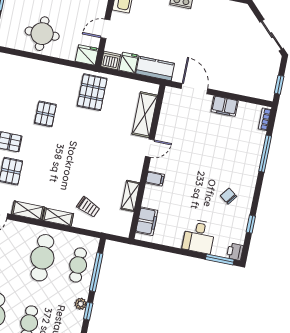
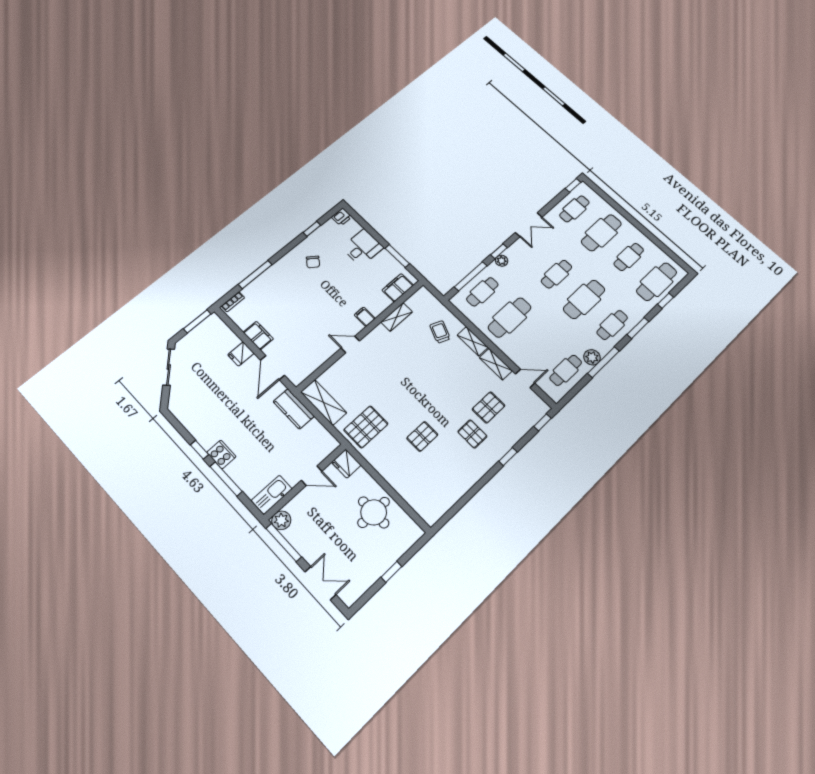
dishwasher: (111, 61) -> (328, 444), removed
fridge: (129, 63) -> (241, 354), moved
window: (279, 85) -> (197, 321), width x1.50
shelving: (145, 115) -> (324, 402), moved, turned 90
window: (220, 259) -> (397, 256), moved

